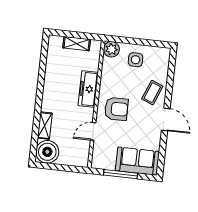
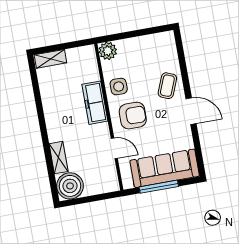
shelving: (77, 44) -> (50, 59), moved
side table: (135, 60) -> (119, 87), moved
door: (93, 131) -> (114, 148), swing flipped
sofa: (137, 161) -> (165, 168), width x1.36

